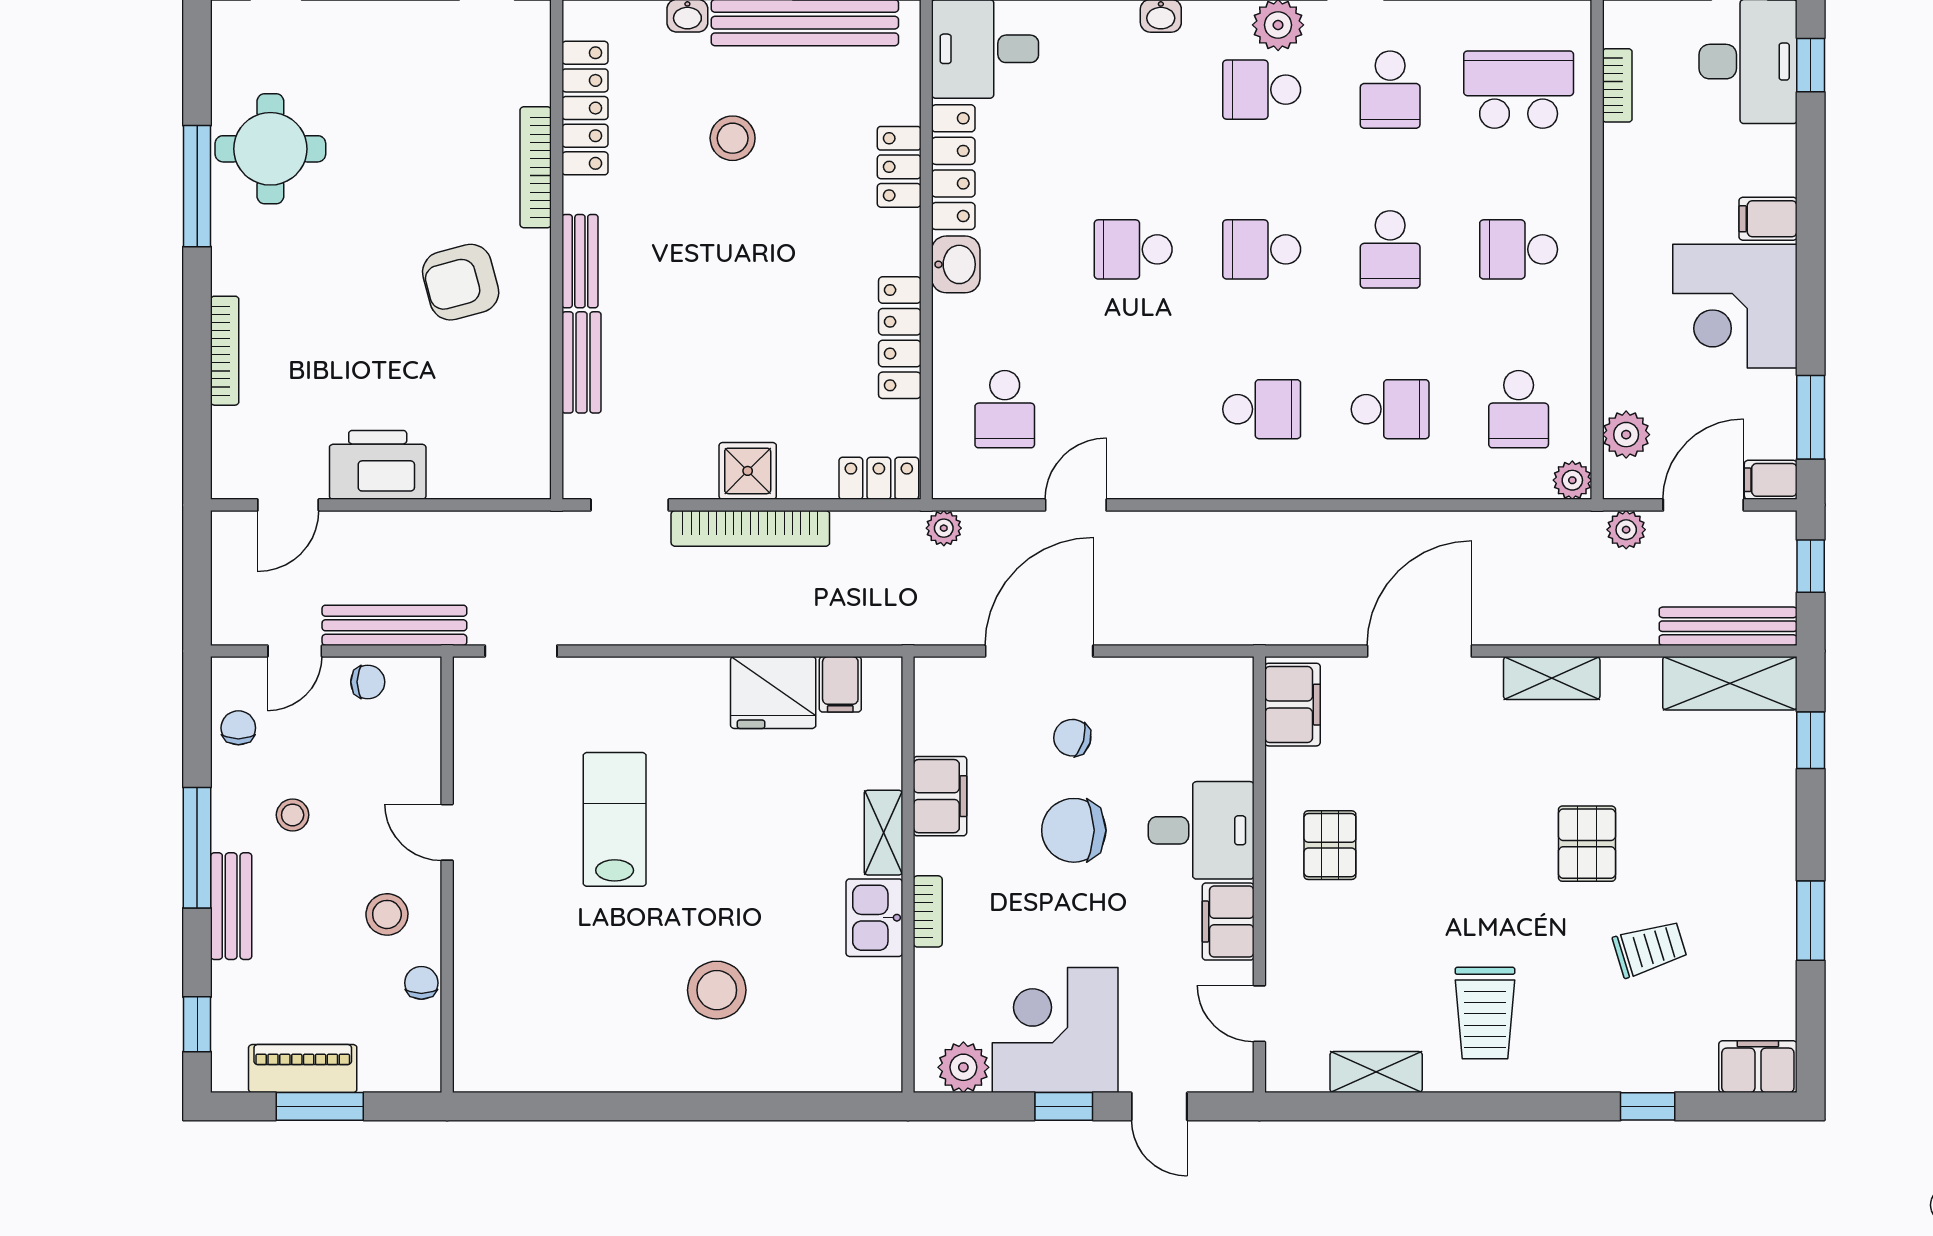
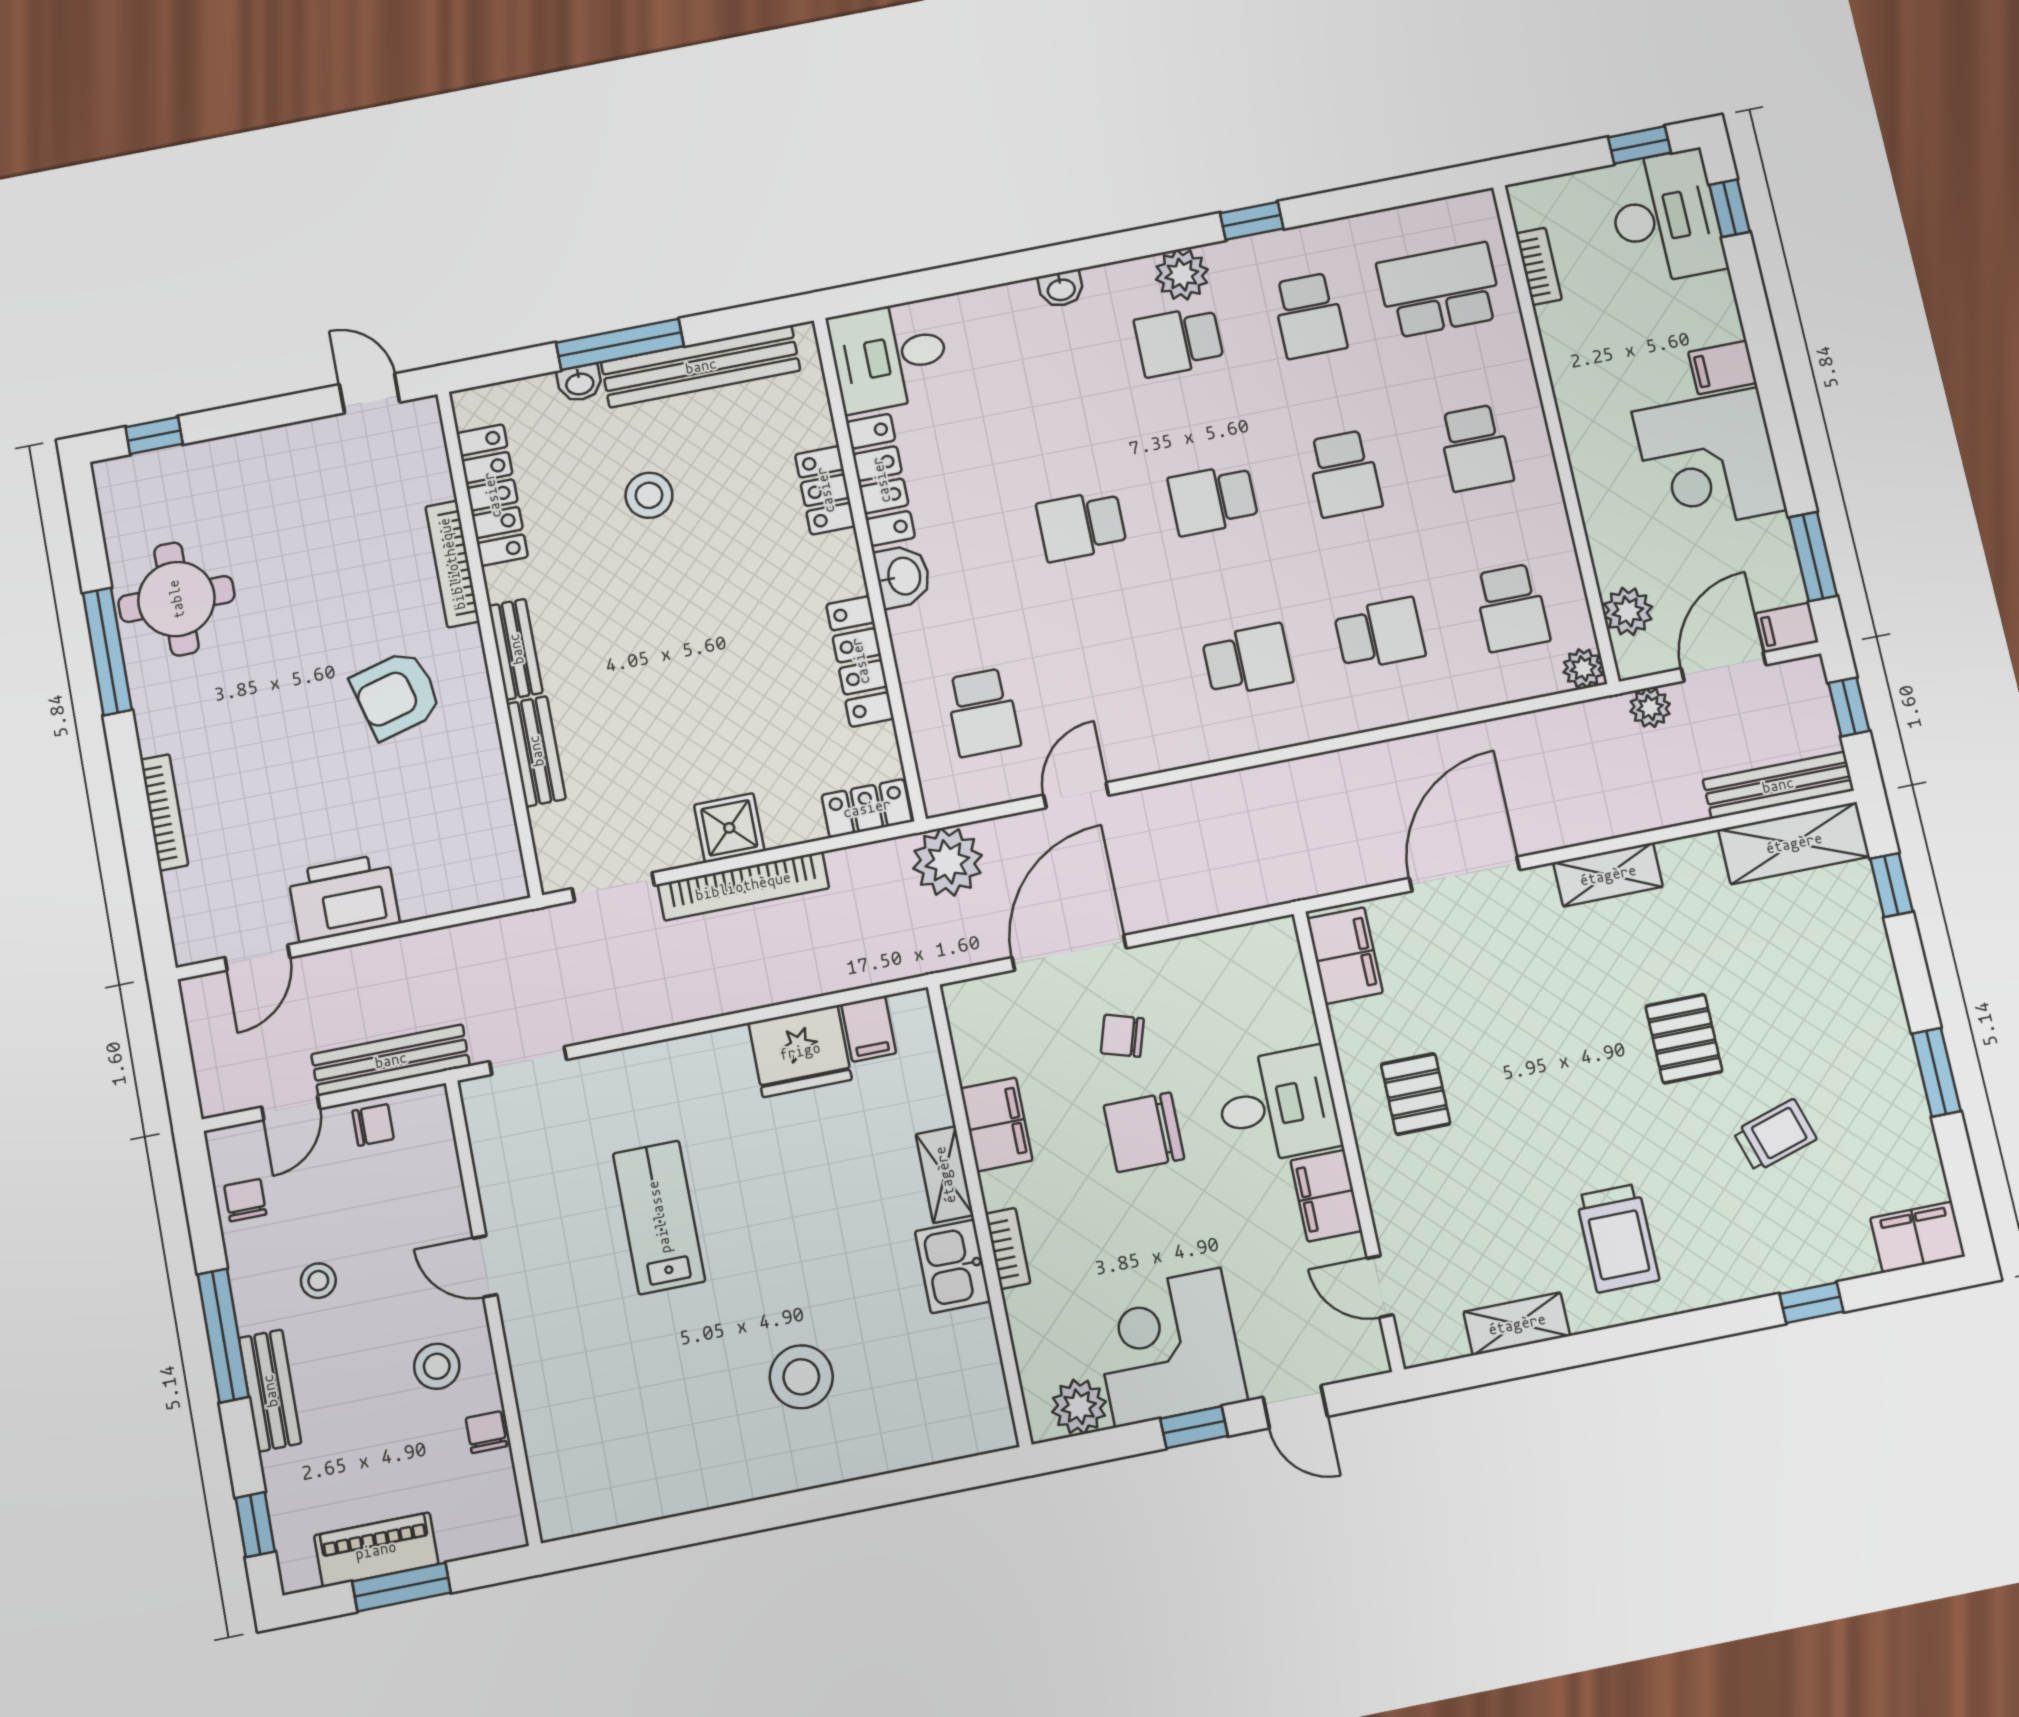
school desk: (1519, 249) -> (1475, 448), turned -90
plant: (944, 528) -> (947, 862), width x1.88, depth x1.88

